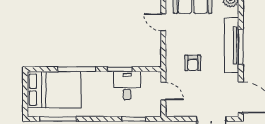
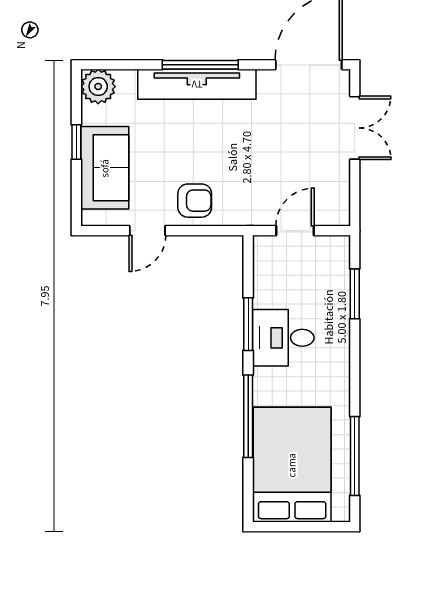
armchair: (193, 63) -> (195, 201), moved
desk: (127, 86) -> (283, 338), moved

